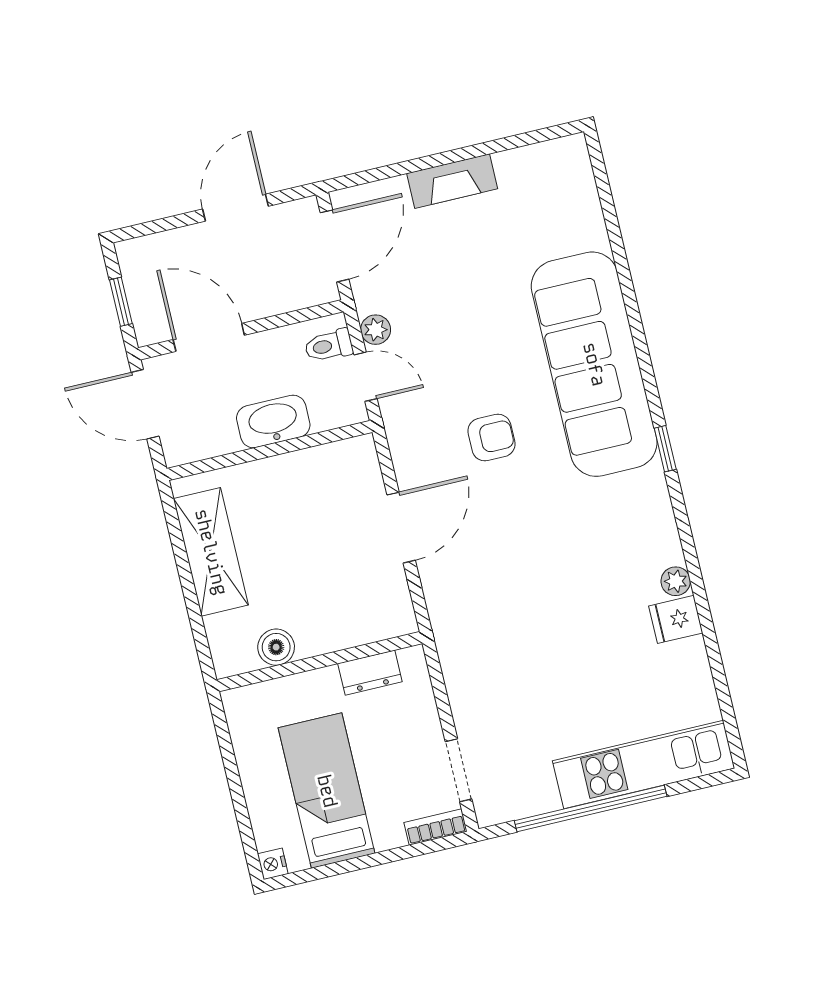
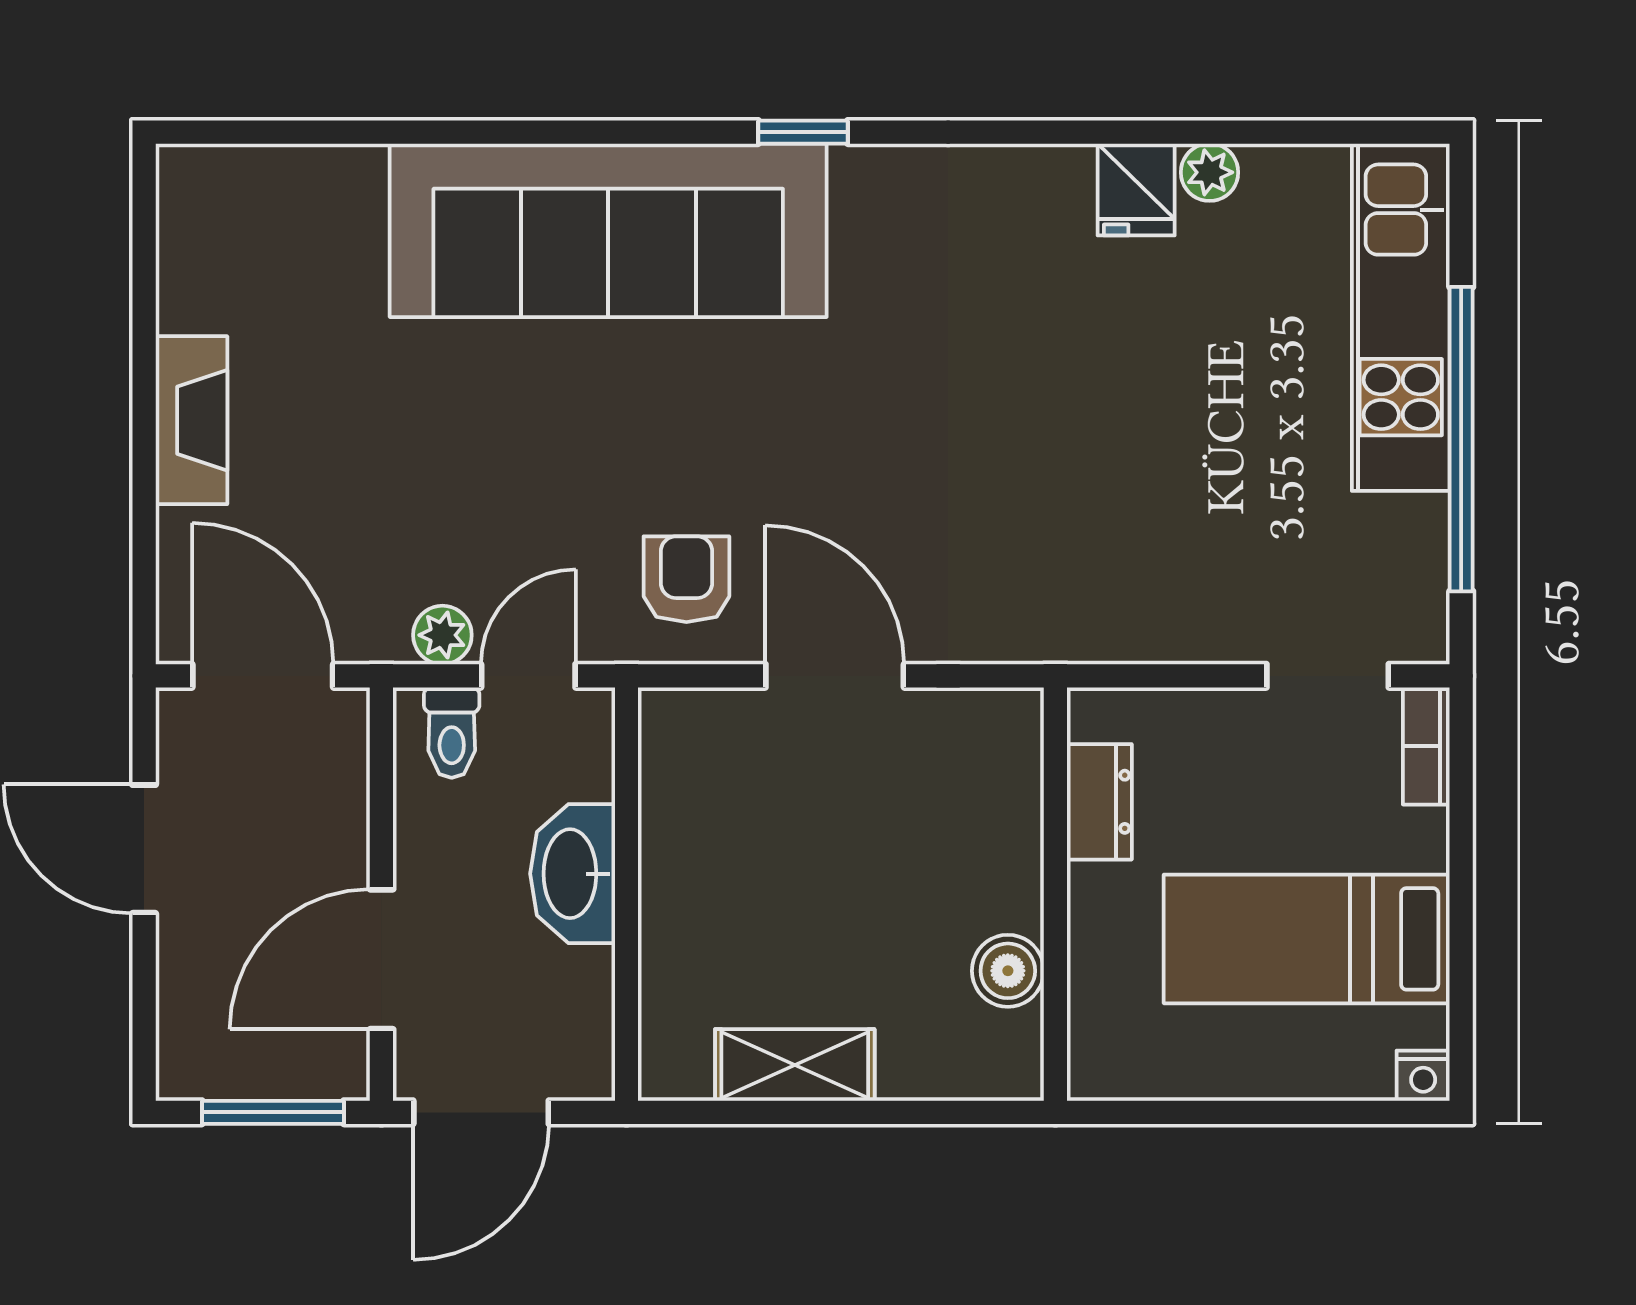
window: (121, 302) -> (273, 1112), width x1.50
armchair: (491, 438) -> (686, 579), moved
shelving: (211, 552) -> (795, 1065), width x0.67, depth x0.75
plant: (676, 581) -> (1210, 172), moved

